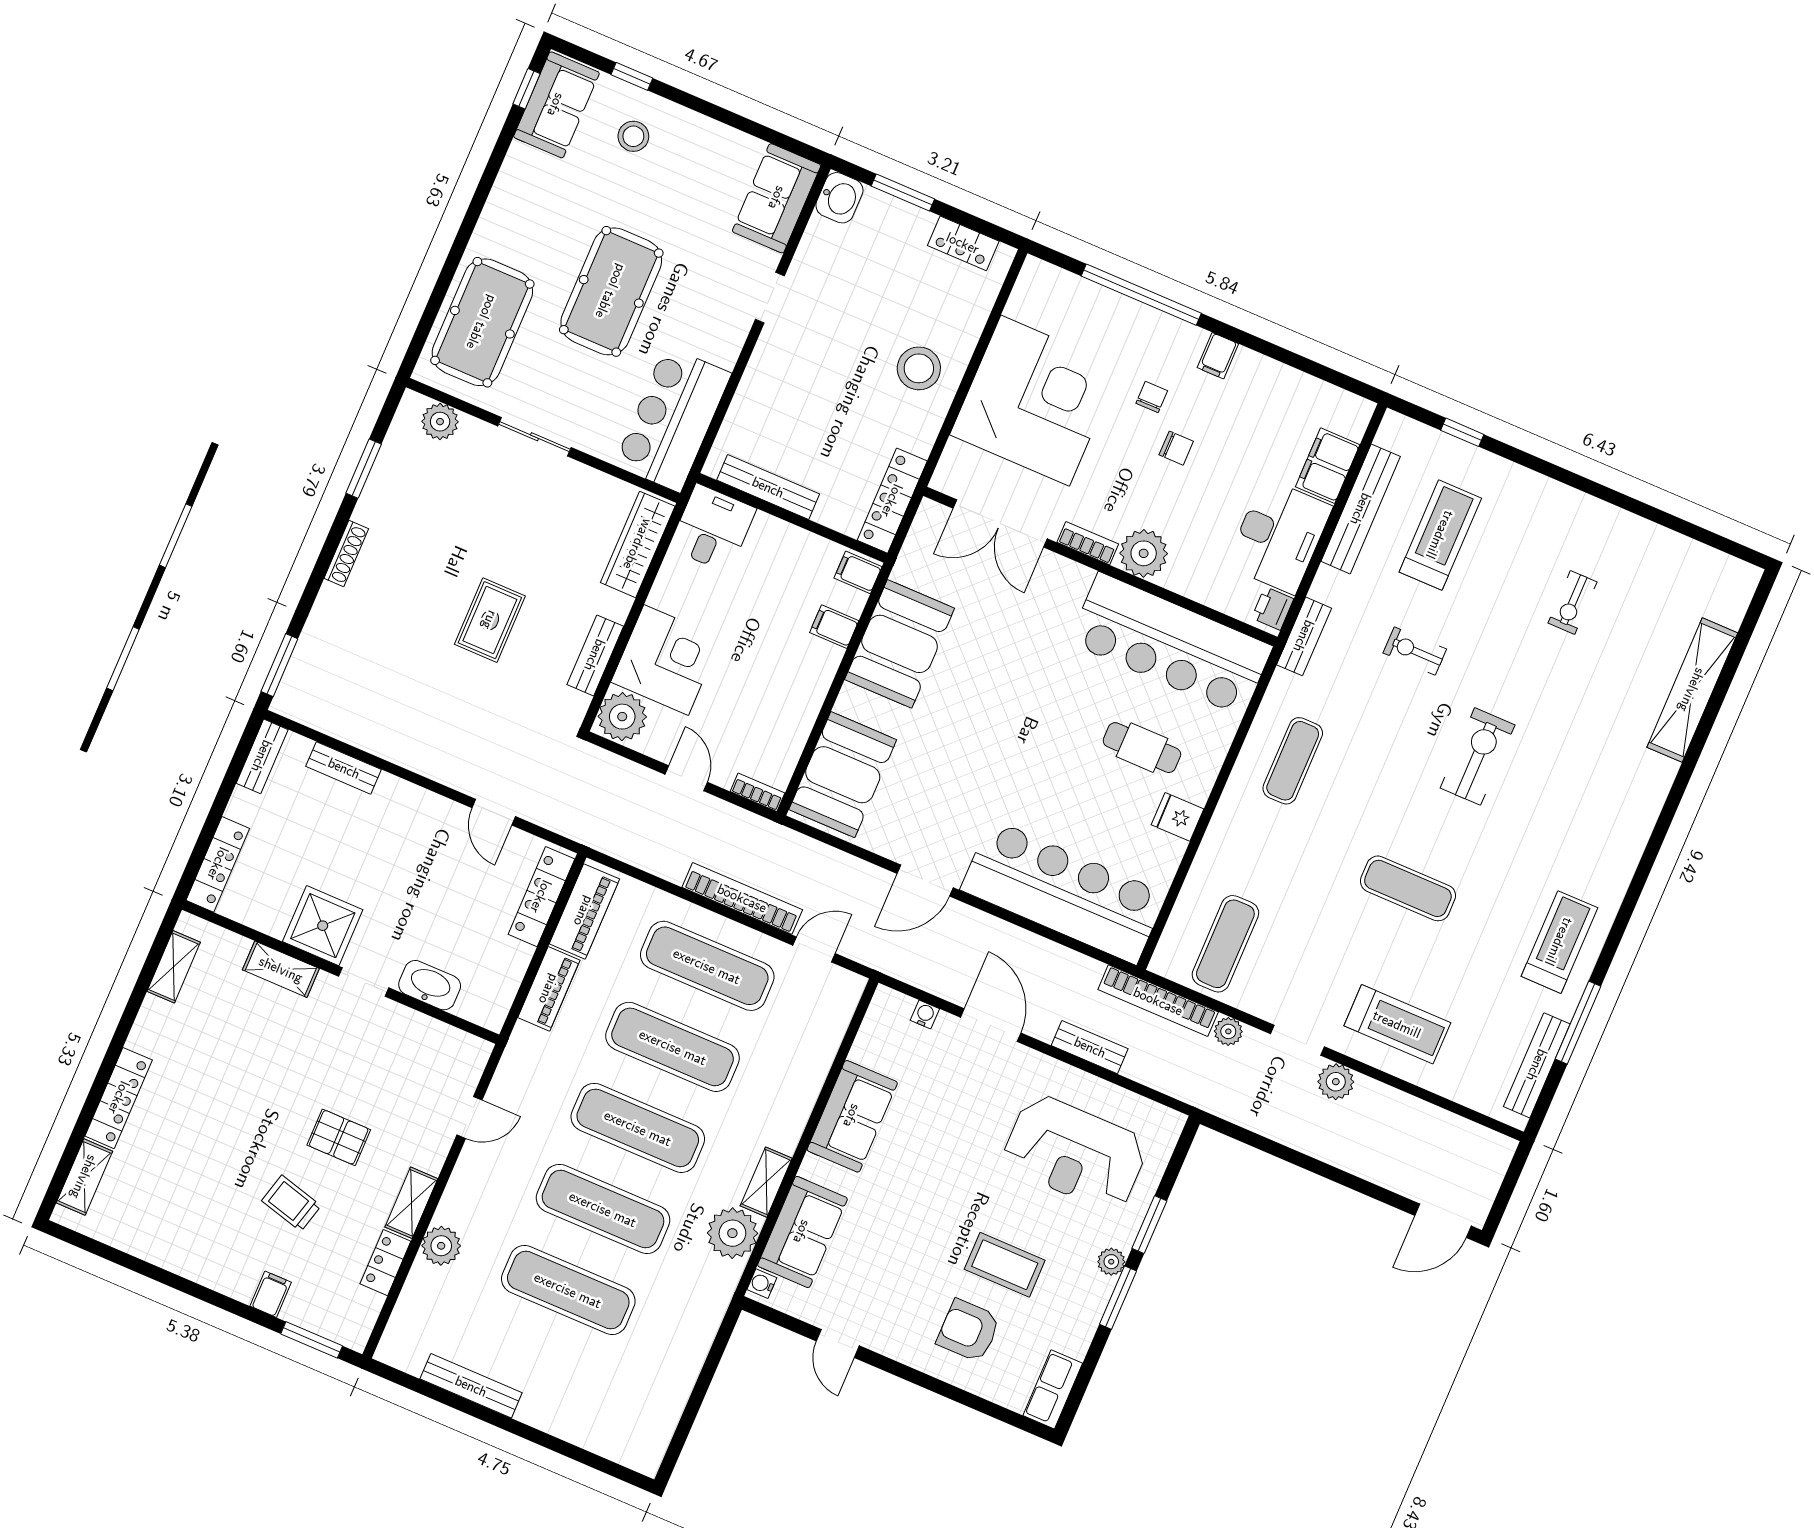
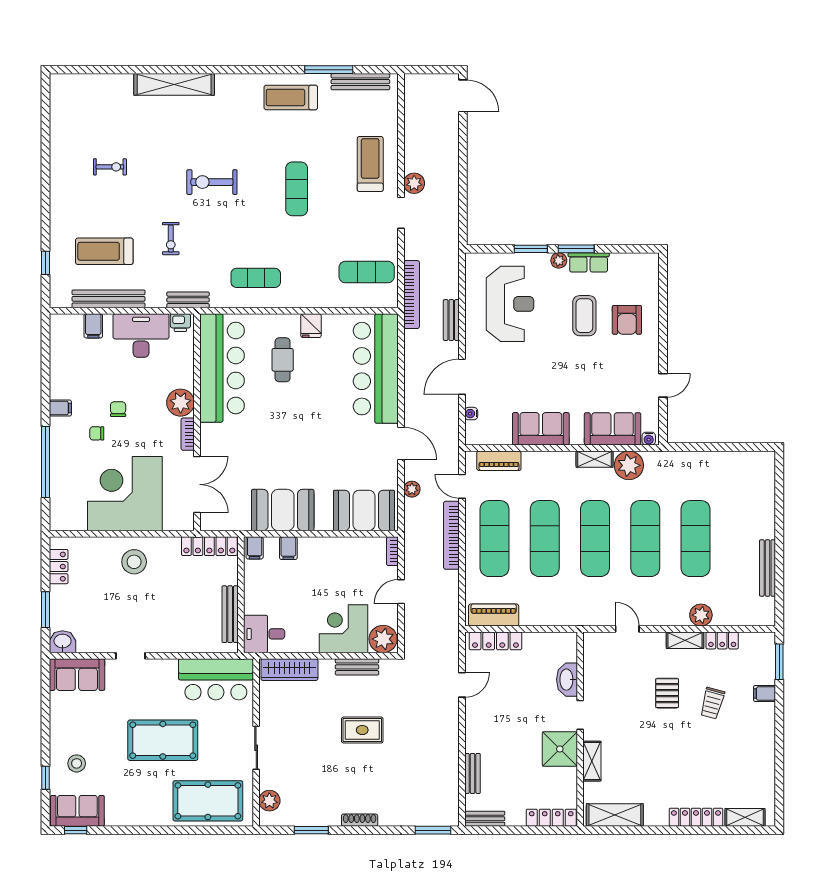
filing cabinet: (1328, 466) -> (93, 326), width x0.50
shelving: (1692, 690) -> (174, 84), moved
shelving: (174, 967) -> (615, 815), width x1.50, depth x1.33
piano: (549, 989) -> (499, 461), moved, turned 180
plant: (1228, 1031) -> (412, 489), moved
row of seats: (1053, 1389) -> (589, 262), moved

